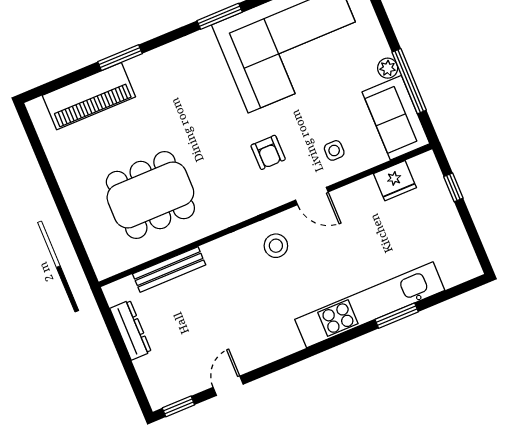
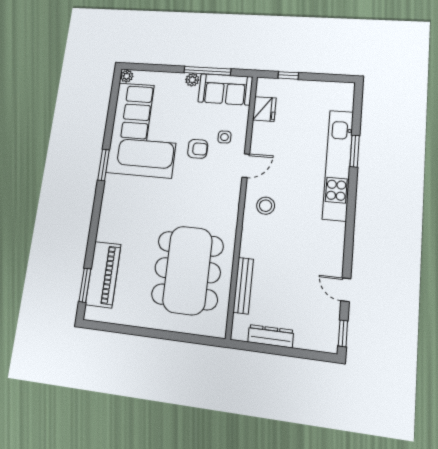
window: (120, 58) -> (85, 285), moved
armchair: (268, 152) -> (198, 149), moved
dining table: (150, 195) -> (188, 270), width x1.36, depth x1.24

